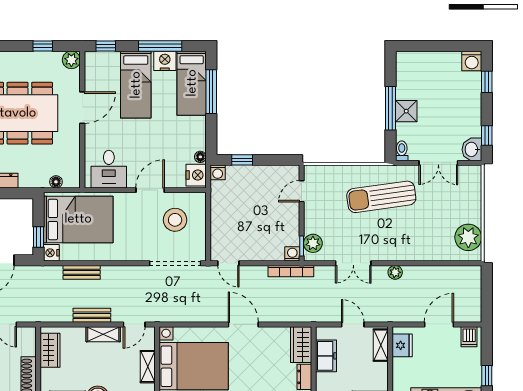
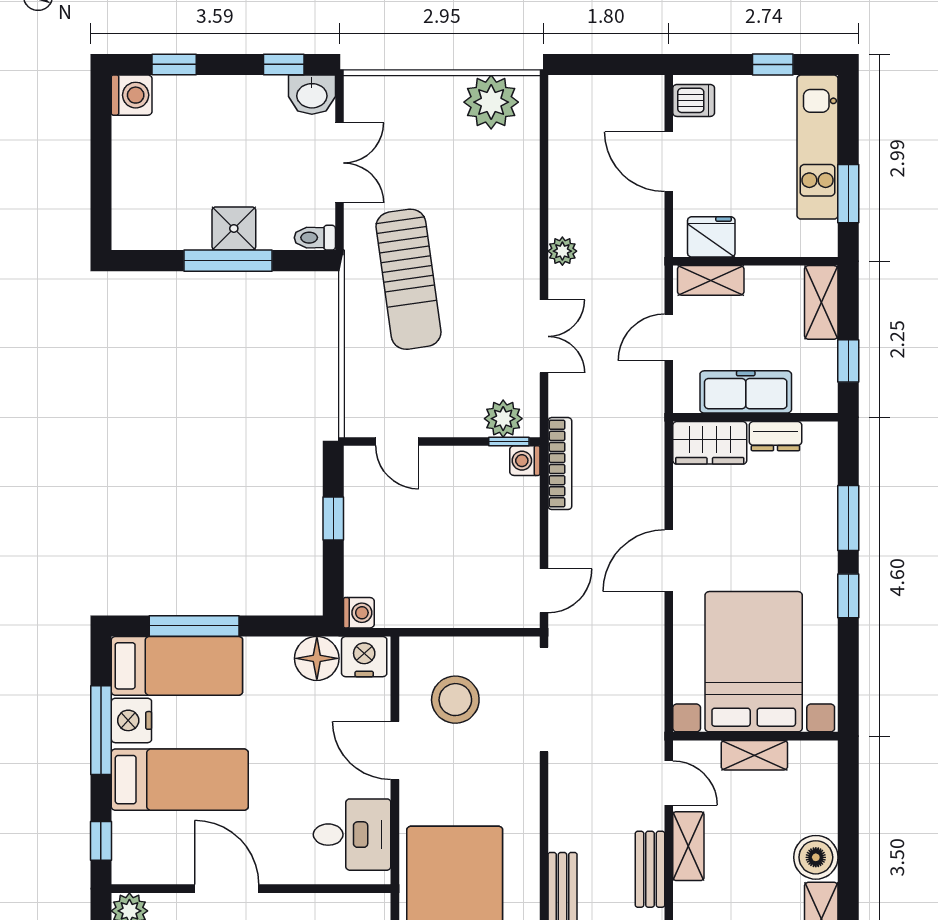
floor lamp: (200, 157) -> (317, 658), width x1.89, depth x1.89
window: (242, 160) -> (333, 519), moved
freezer: (326, 356) -> (746, 392), width x1.40

